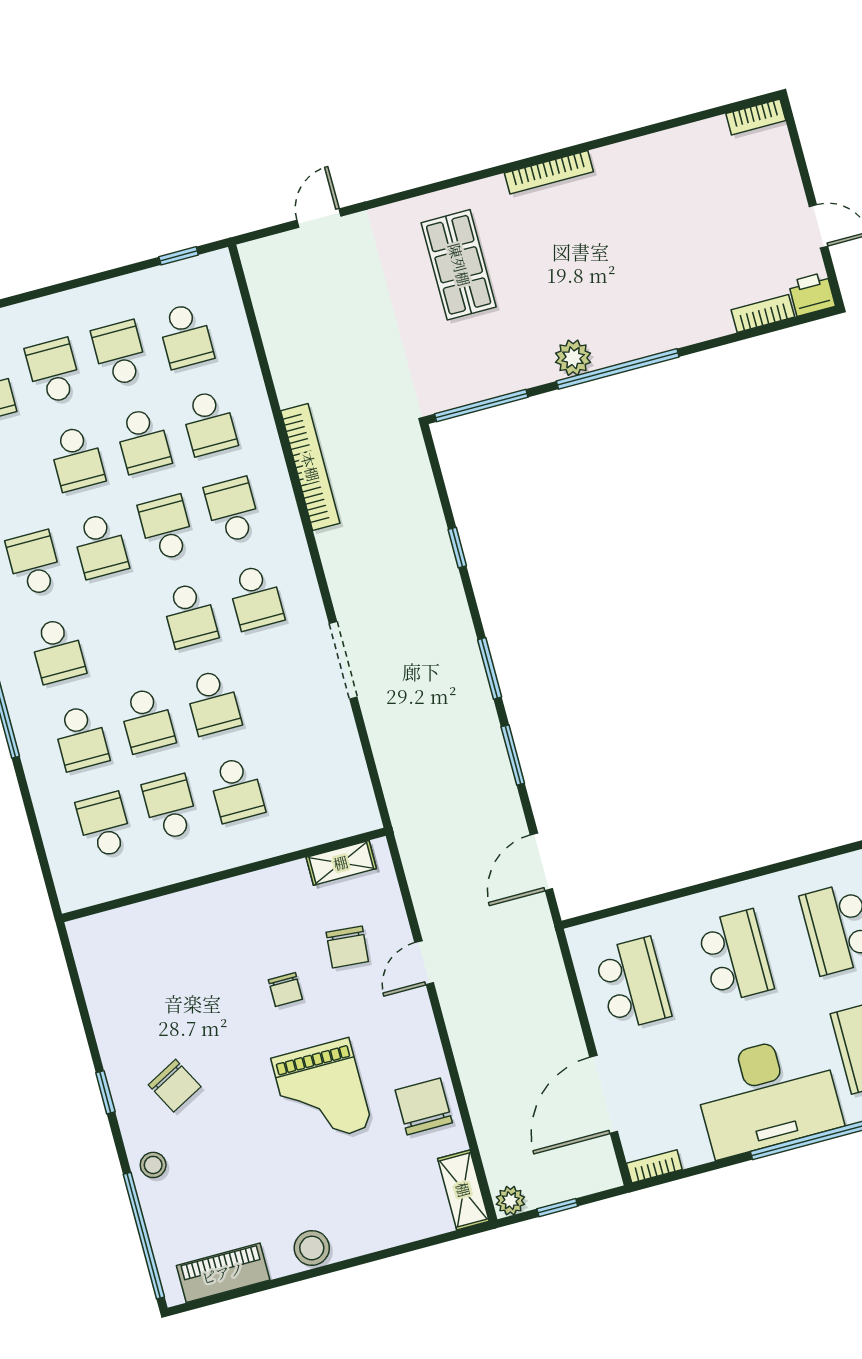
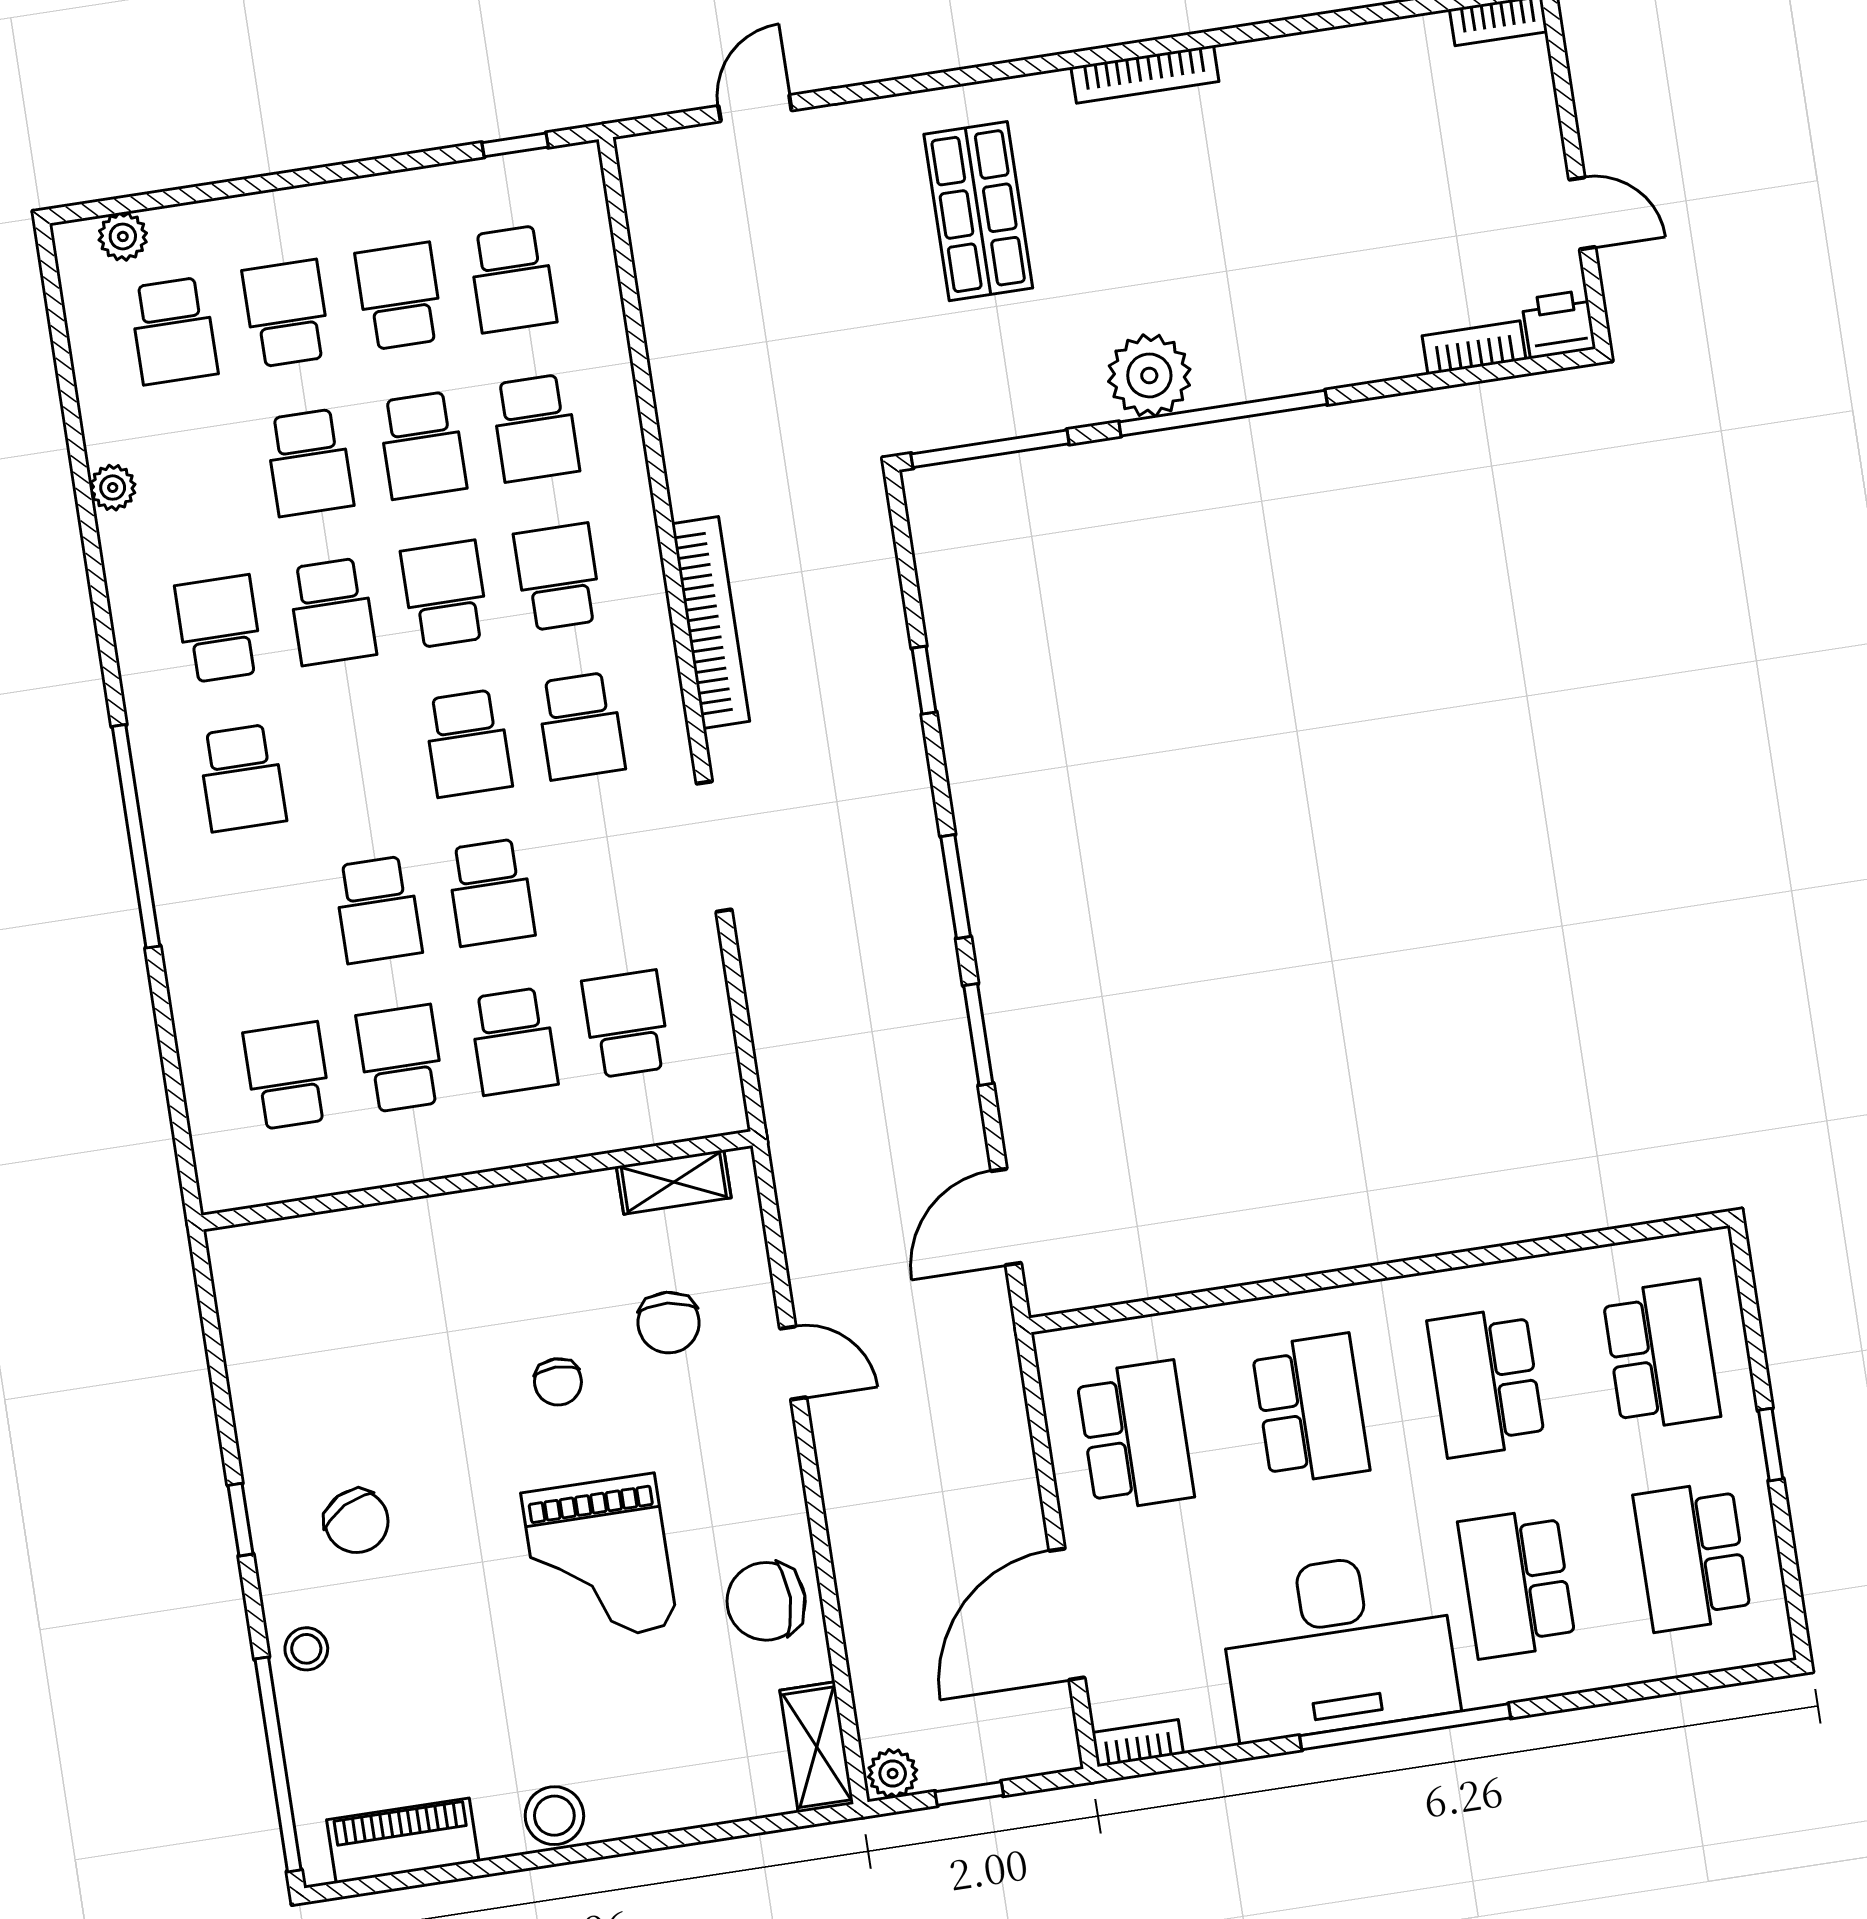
plant: (573, 358) -> (1149, 375), width x1.36, depth x1.36
bookcase: (310, 467) -> (711, 622), moved
school desk: (81, 738) -> (626, 1024), moved, turned 180
door: (424, 963) -> (793, 1363), swing flipped
chair: (424, 1106) -> (766, 1601), turned -90

